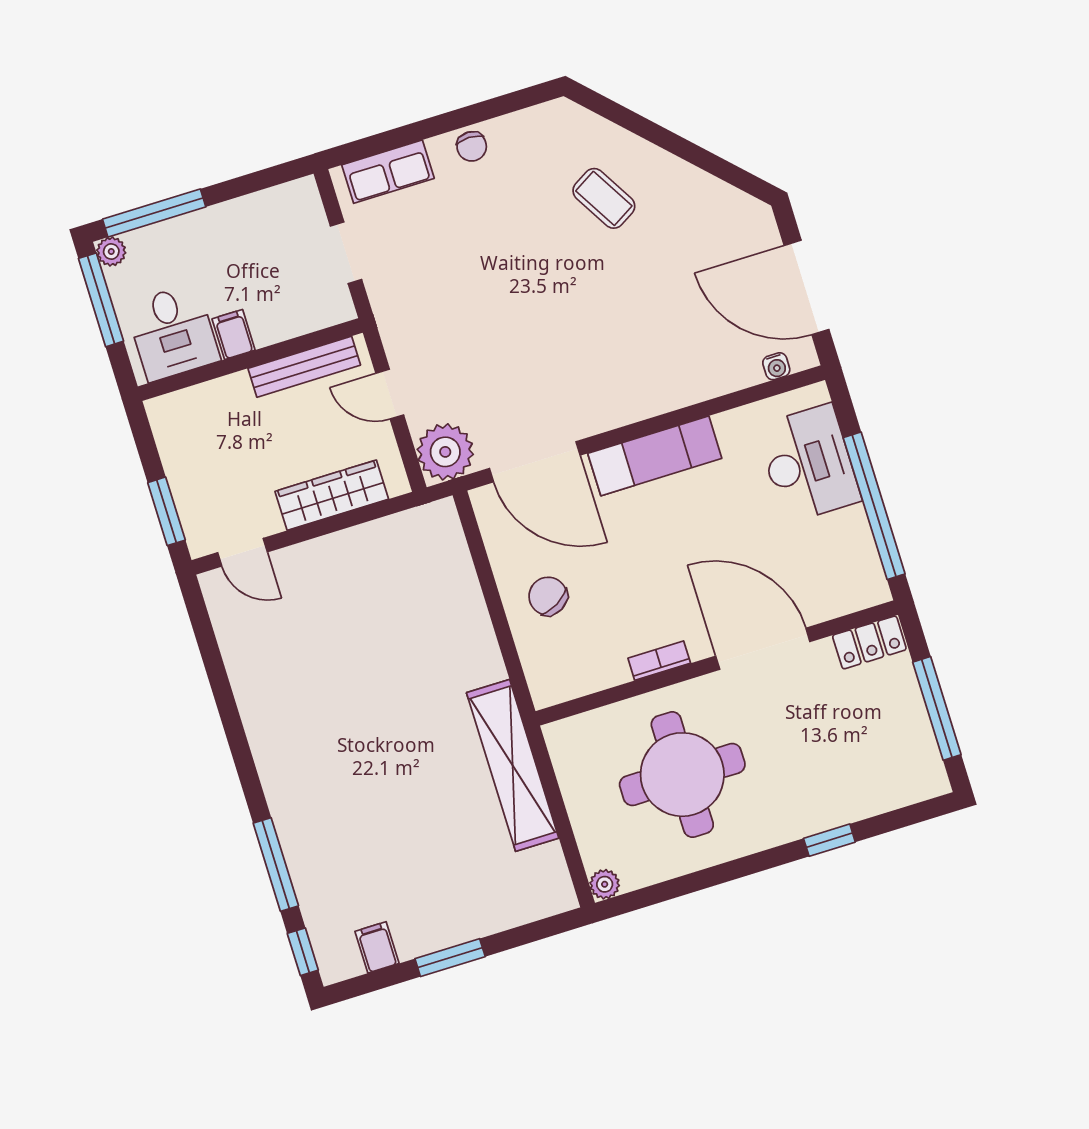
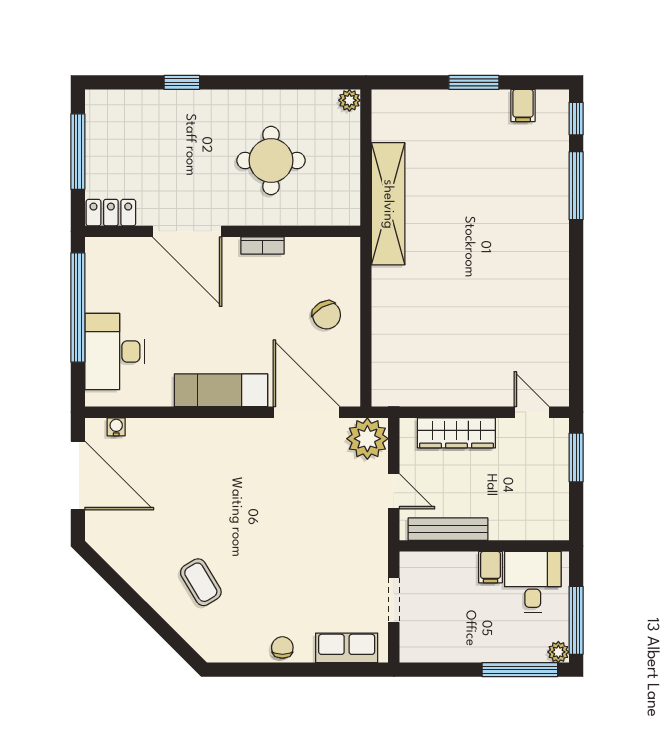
round table: (682, 775) -> (271, 160), width x0.73, depth x0.73

